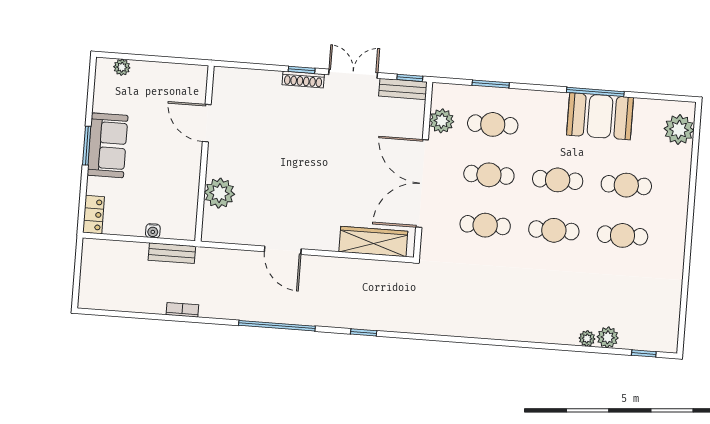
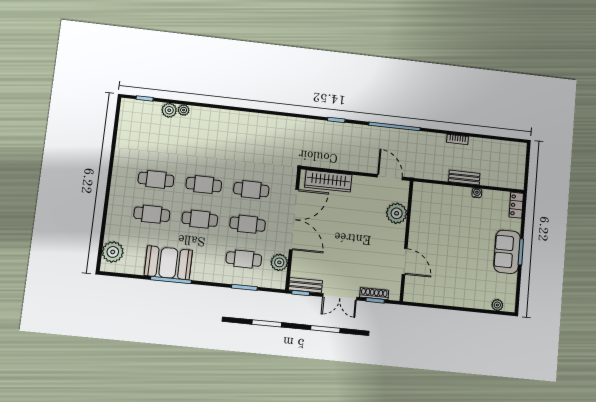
door: (207, 123) -> (405, 261), moved
wall: (205, 153) -> (406, 241), moved
plant: (219, 193) -> (397, 213), moved

